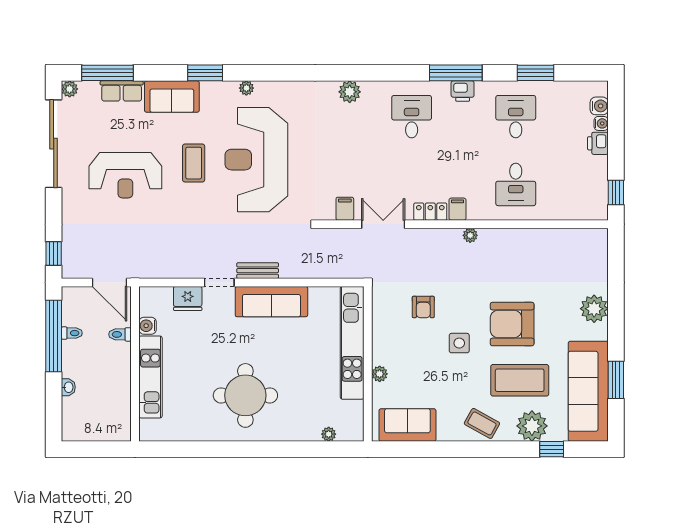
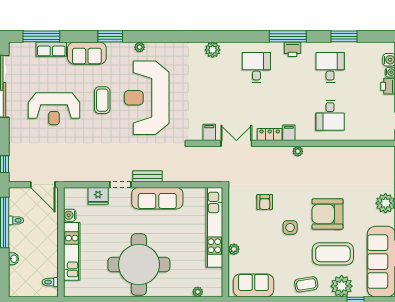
plant: (70, 89) -> (15, 48), removed
toilet: (120, 334) -> (50, 282), moved
round table: (245, 395) -> (139, 265), width x1.36, depth x1.36
coffee table: (482, 423) -> (306, 284), turned -38

